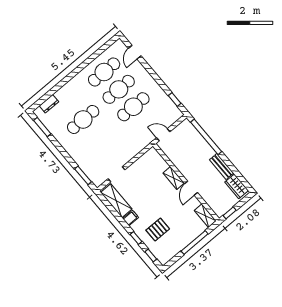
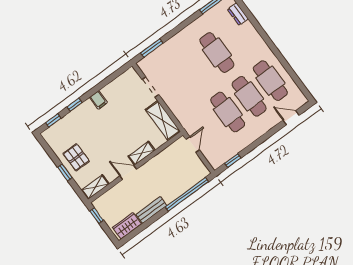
shelving: (116, 201) -> (163, 121), moved, turned 90
pallet: (158, 230) -> (76, 157), moved
window: (195, 242) -> (65, 172), width x0.46

